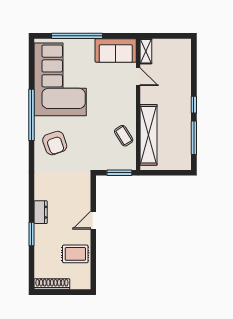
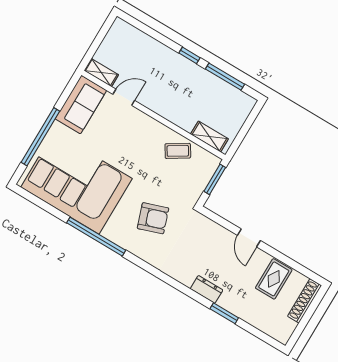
shelving: (149, 135) -> (209, 137), width x0.45, depth x0.75
armchair: (55, 143) -> (153, 218), moved
shoe rack: (52, 284) -> (305, 301), moved

